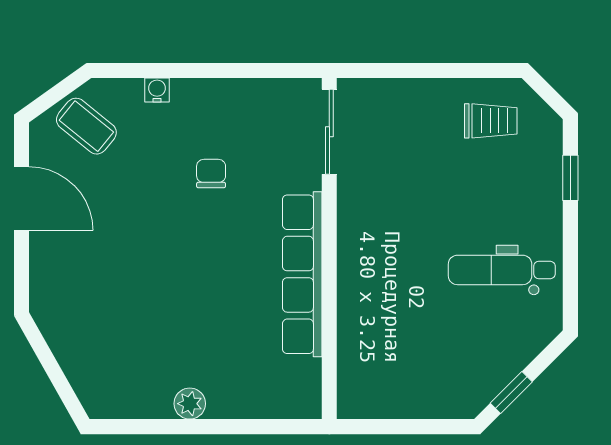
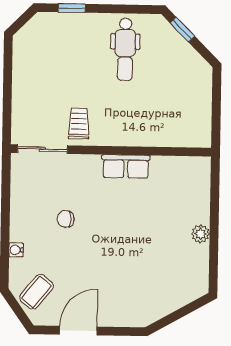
trolley: (491, 121) -> (79, 124), moved
row of seats: (302, 274) -> (126, 167), width x0.50
window: (511, 393) -> (182, 30), moved

